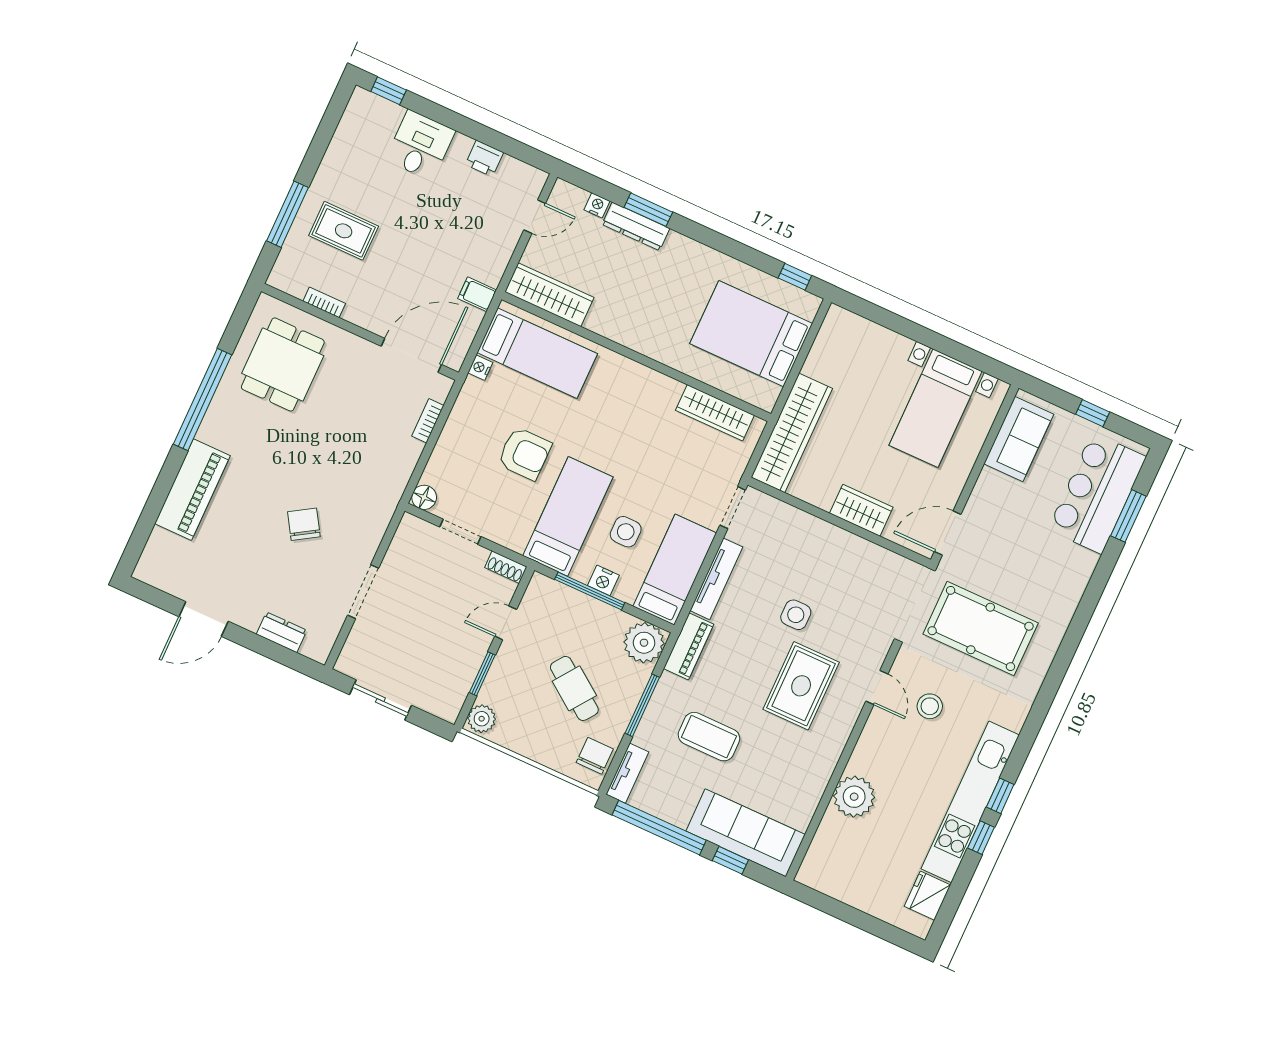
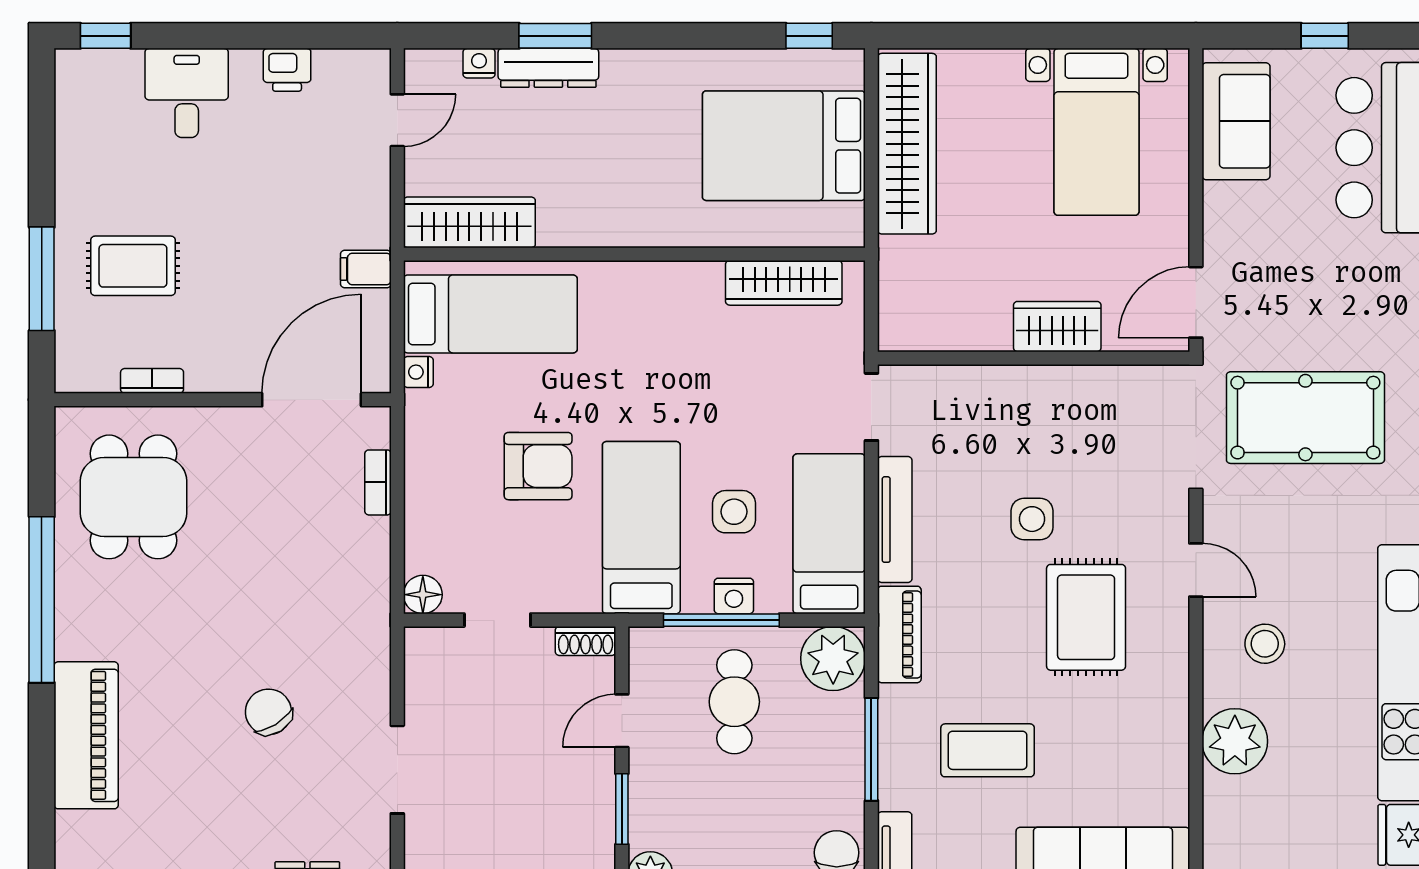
wardrobe: (792, 433) -> (907, 144), moved
cafe table: (574, 688) -> (734, 702), moved, turned 54
stool: (930, 706) -> (1265, 644), moved

